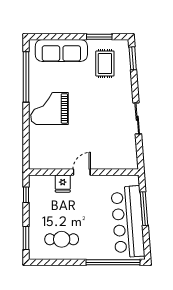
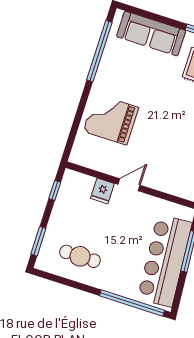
grand piano: (49, 108) -> (111, 119), moved

